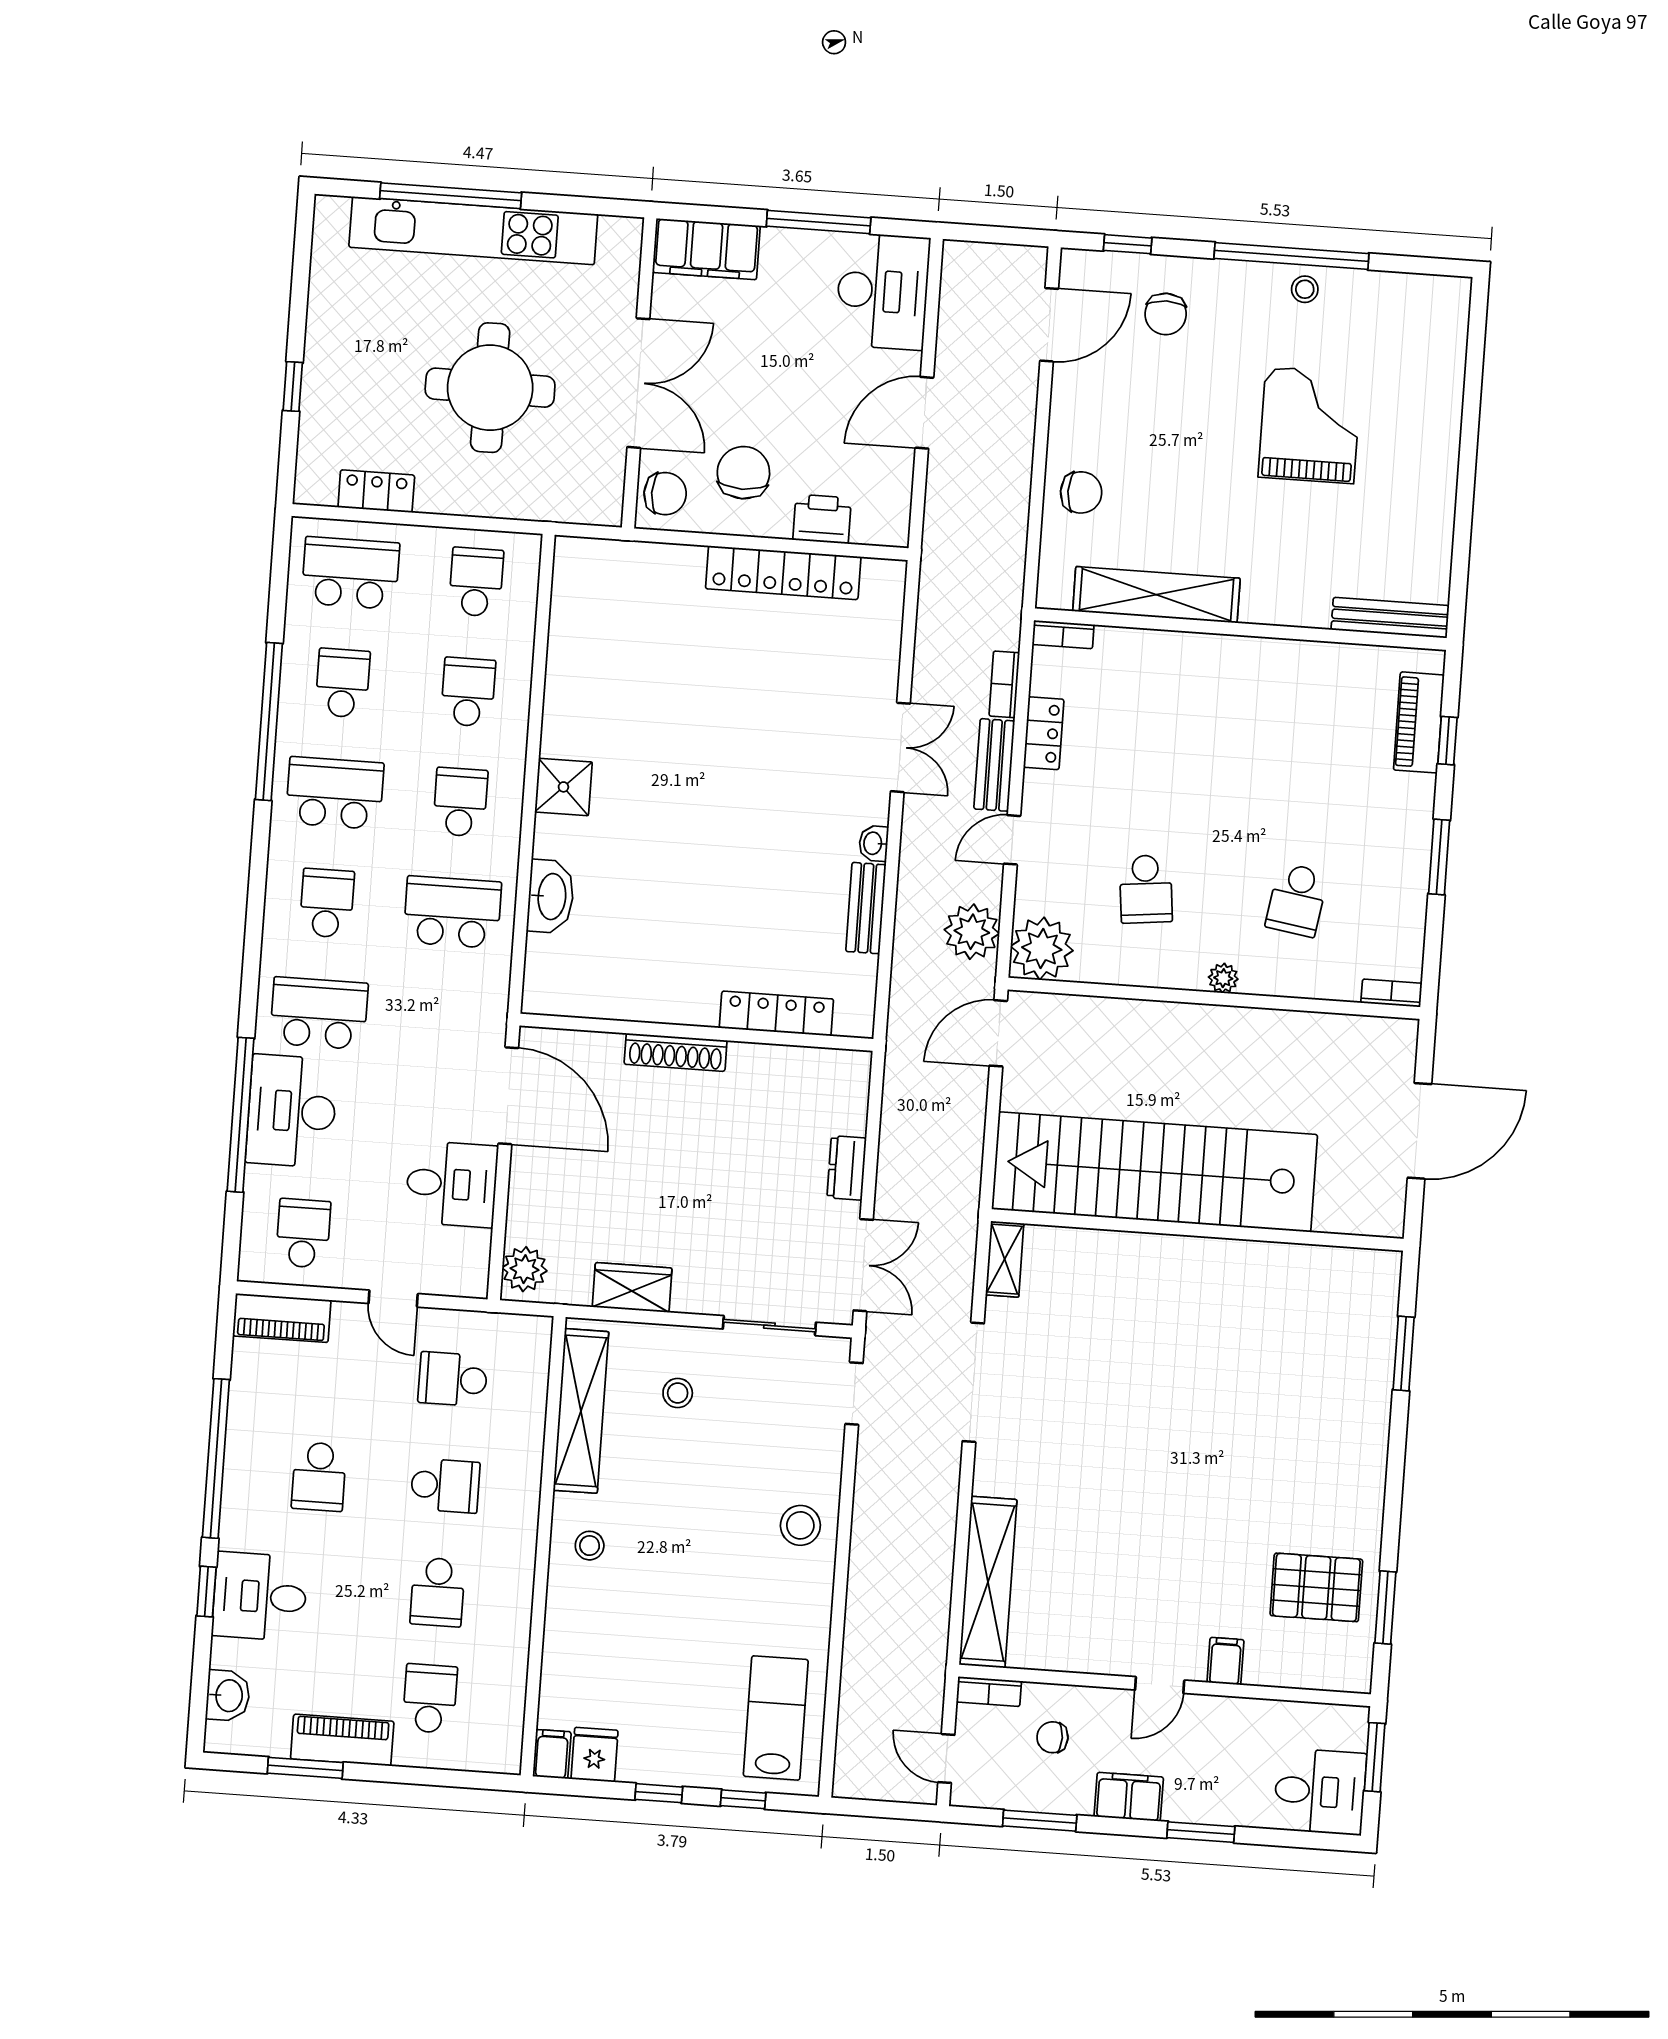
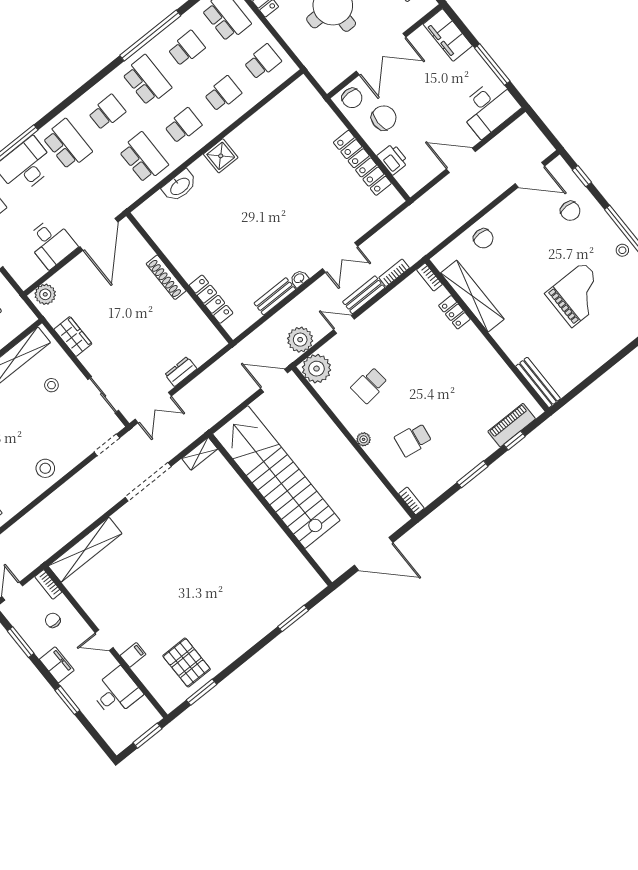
chair: (1166, 314) -> (570, 211), turned -90
locker: (1044, 733) -> (454, 312), moved, turned 90
desk: (1320, 1791) -> (116, 692), moved, turned -90

